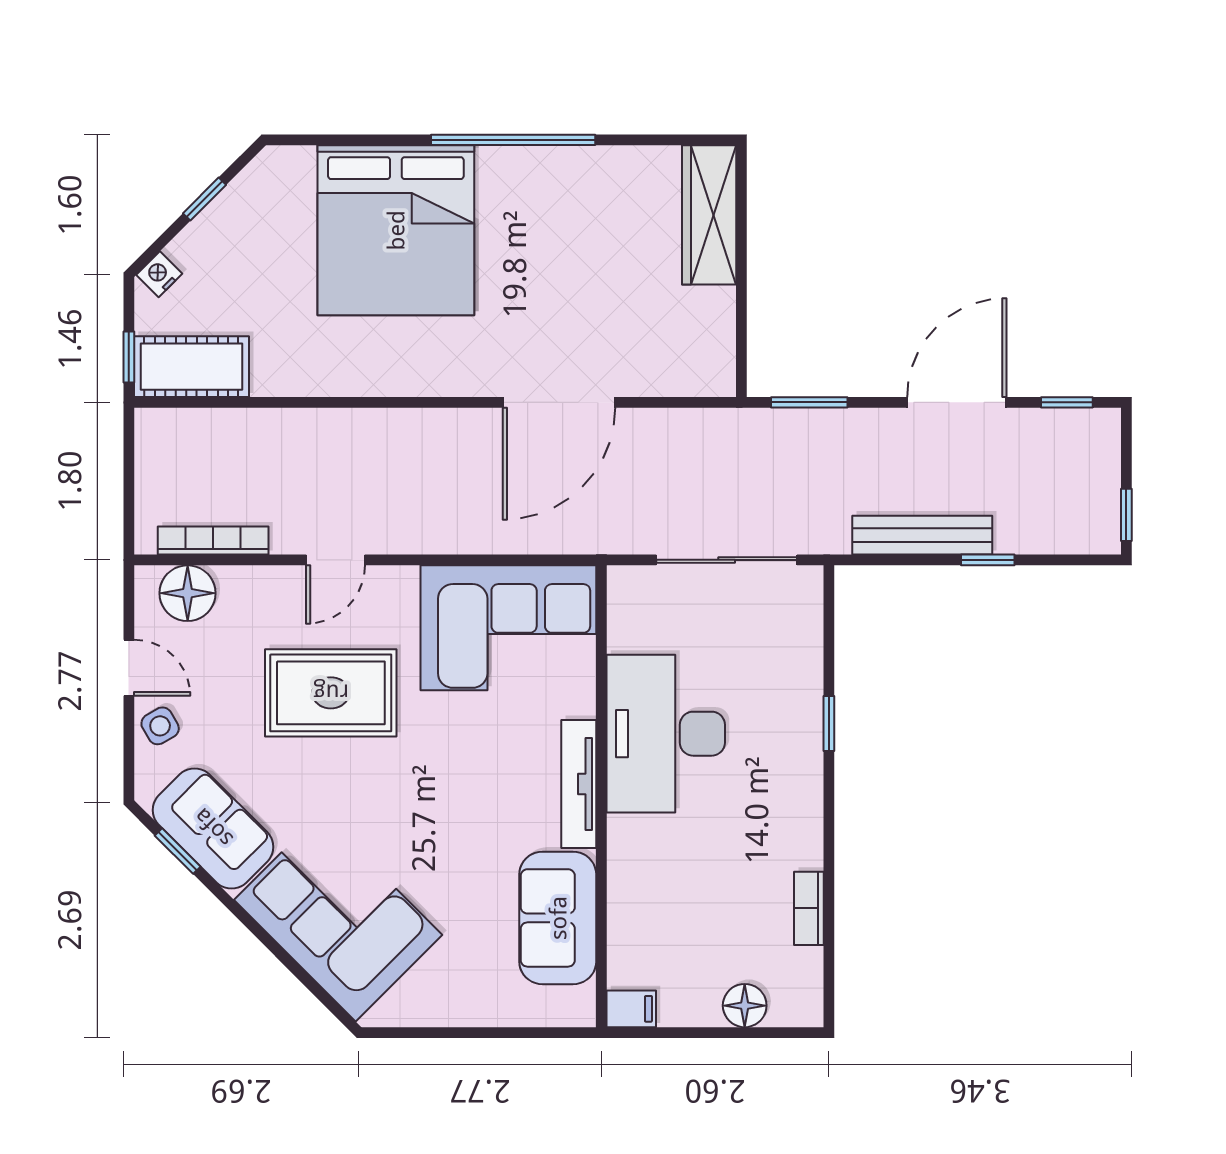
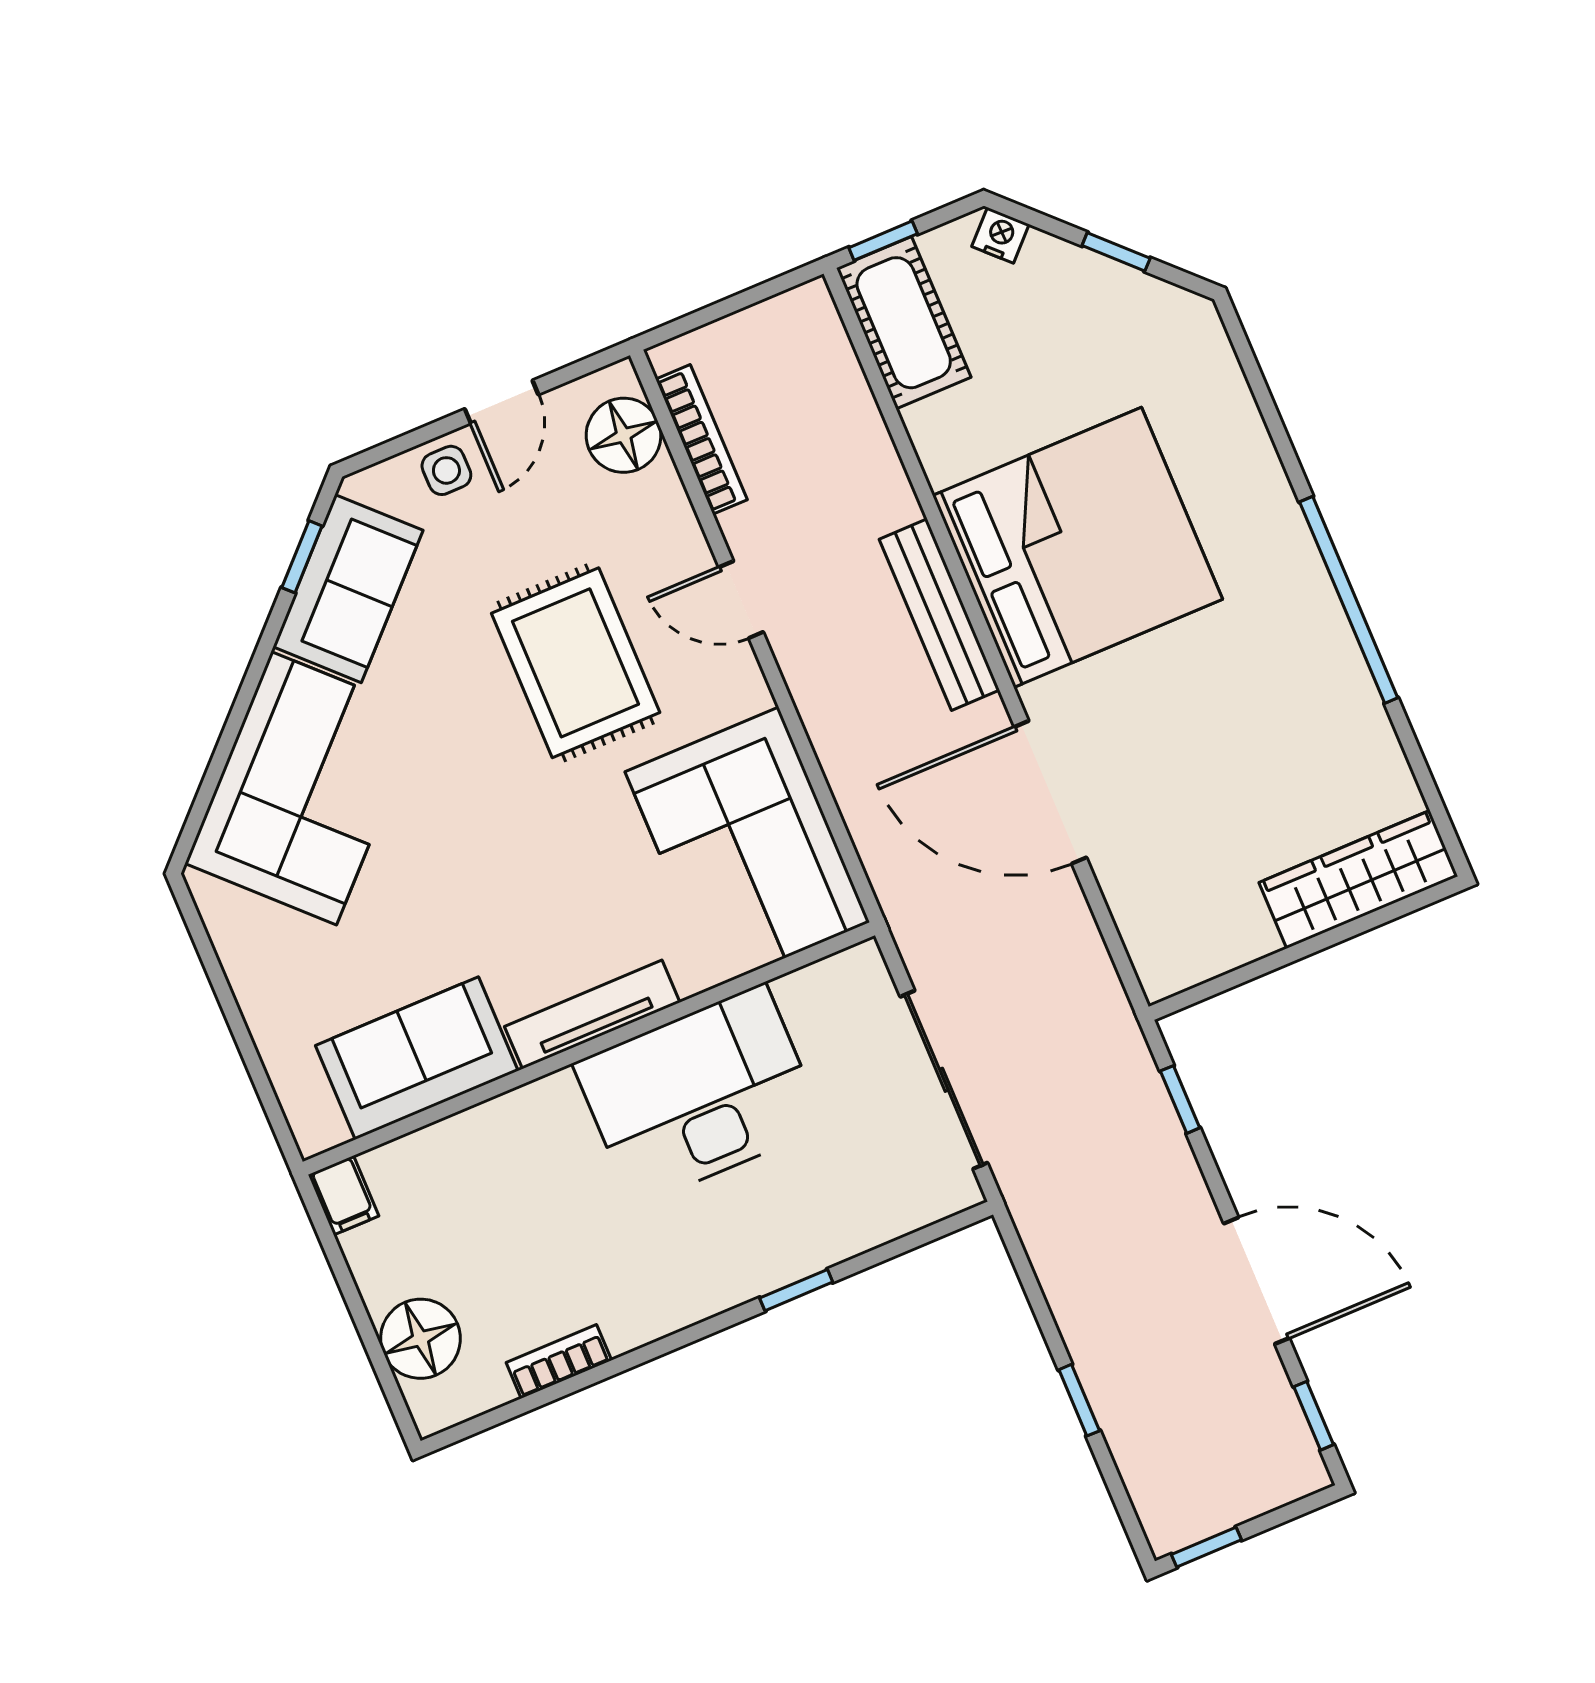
bed: (396, 230) -> (1078, 547), moved, turned 180
window: (809, 402) -> (1180, 1099), width x0.67
bench: (922, 535) -> (939, 615), moved
side table: (160, 726) -> (446, 470), turned 30
floor lamp: (745, 1006) -> (420, 1339), width x1.38, depth x1.38

